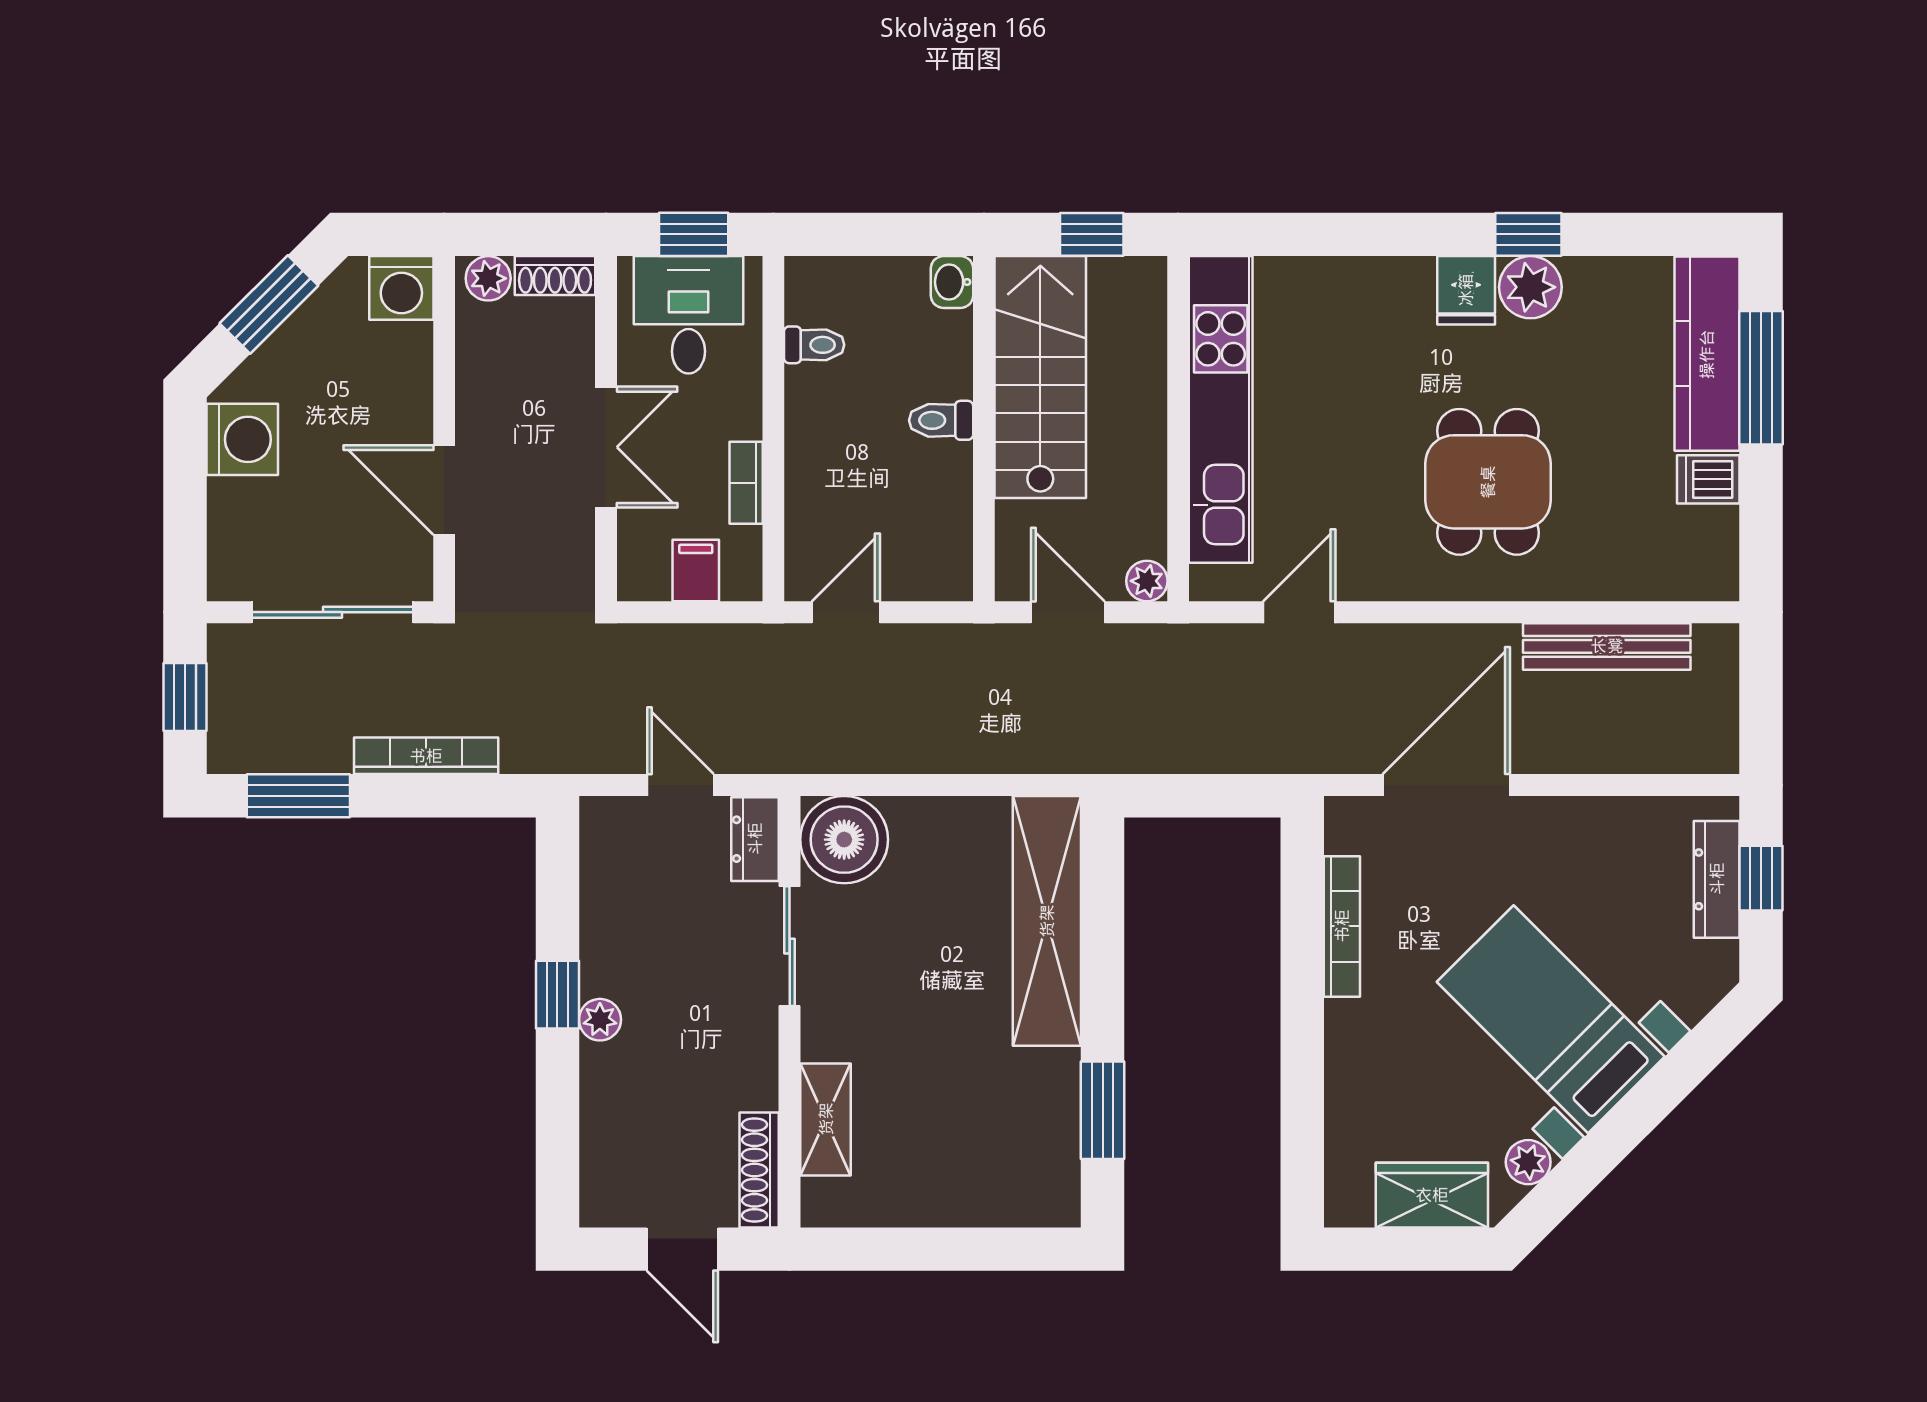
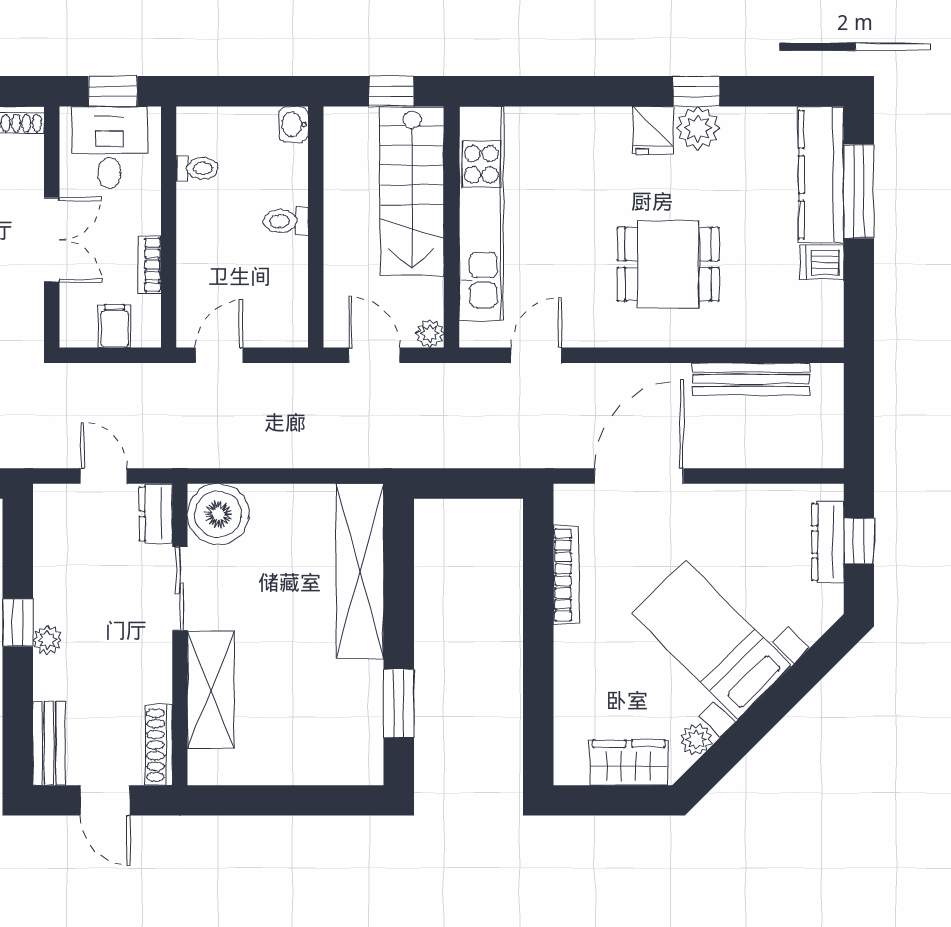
stairs: (1040, 377) -> (412, 191), moved, turned 180
dining table: (1488, 482) -> (668, 264), turned 90
shelving: (826, 1119) -> (211, 690), width x1.50, depth x1.33
bench: (602, 1167) -> (49, 743), added

